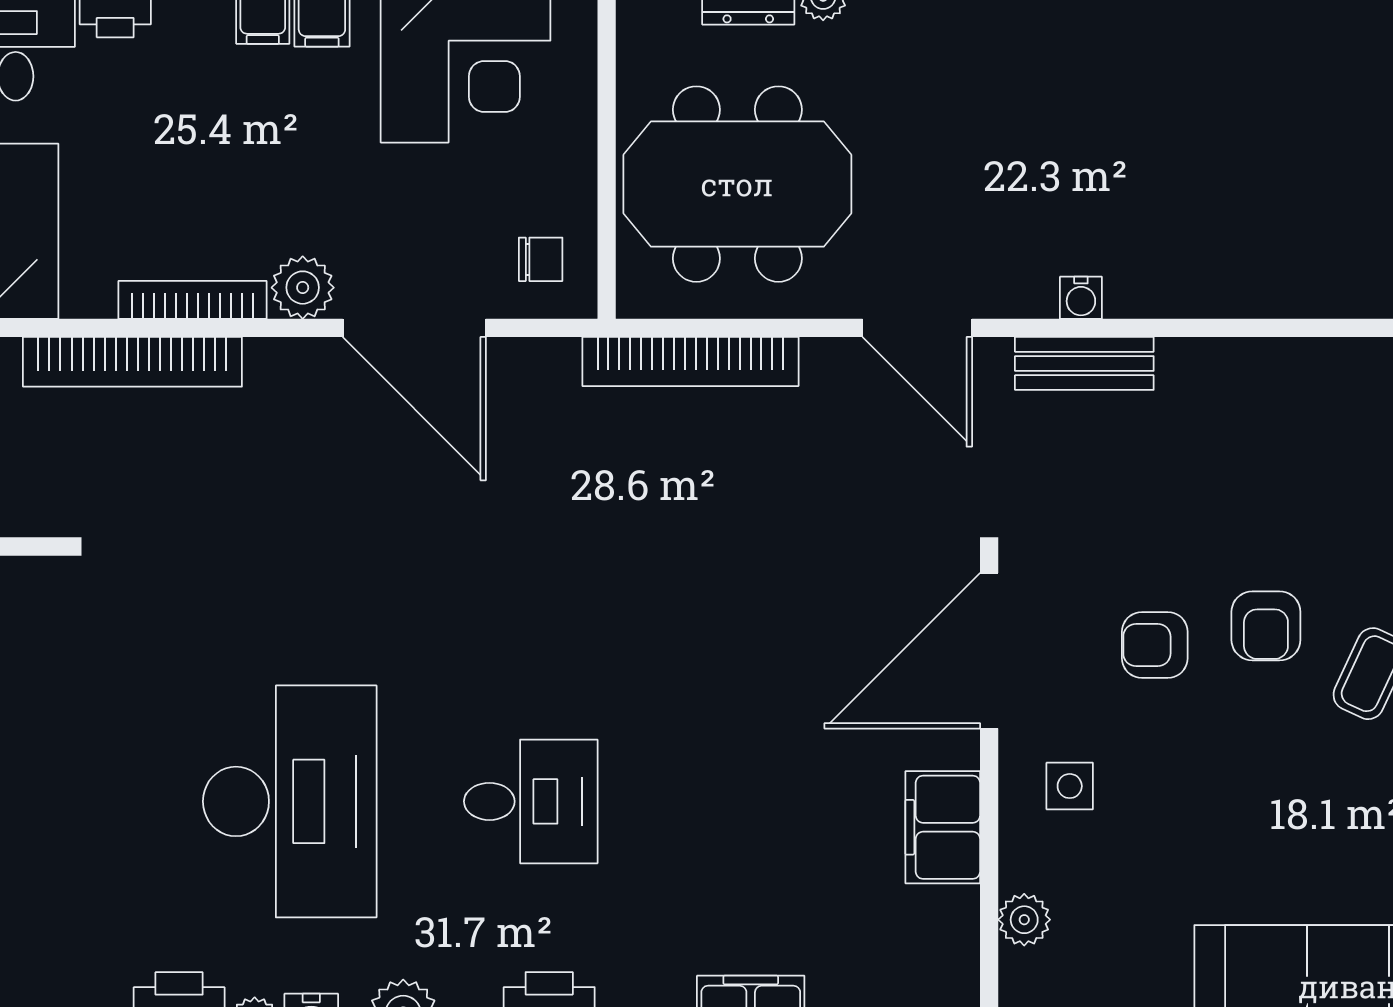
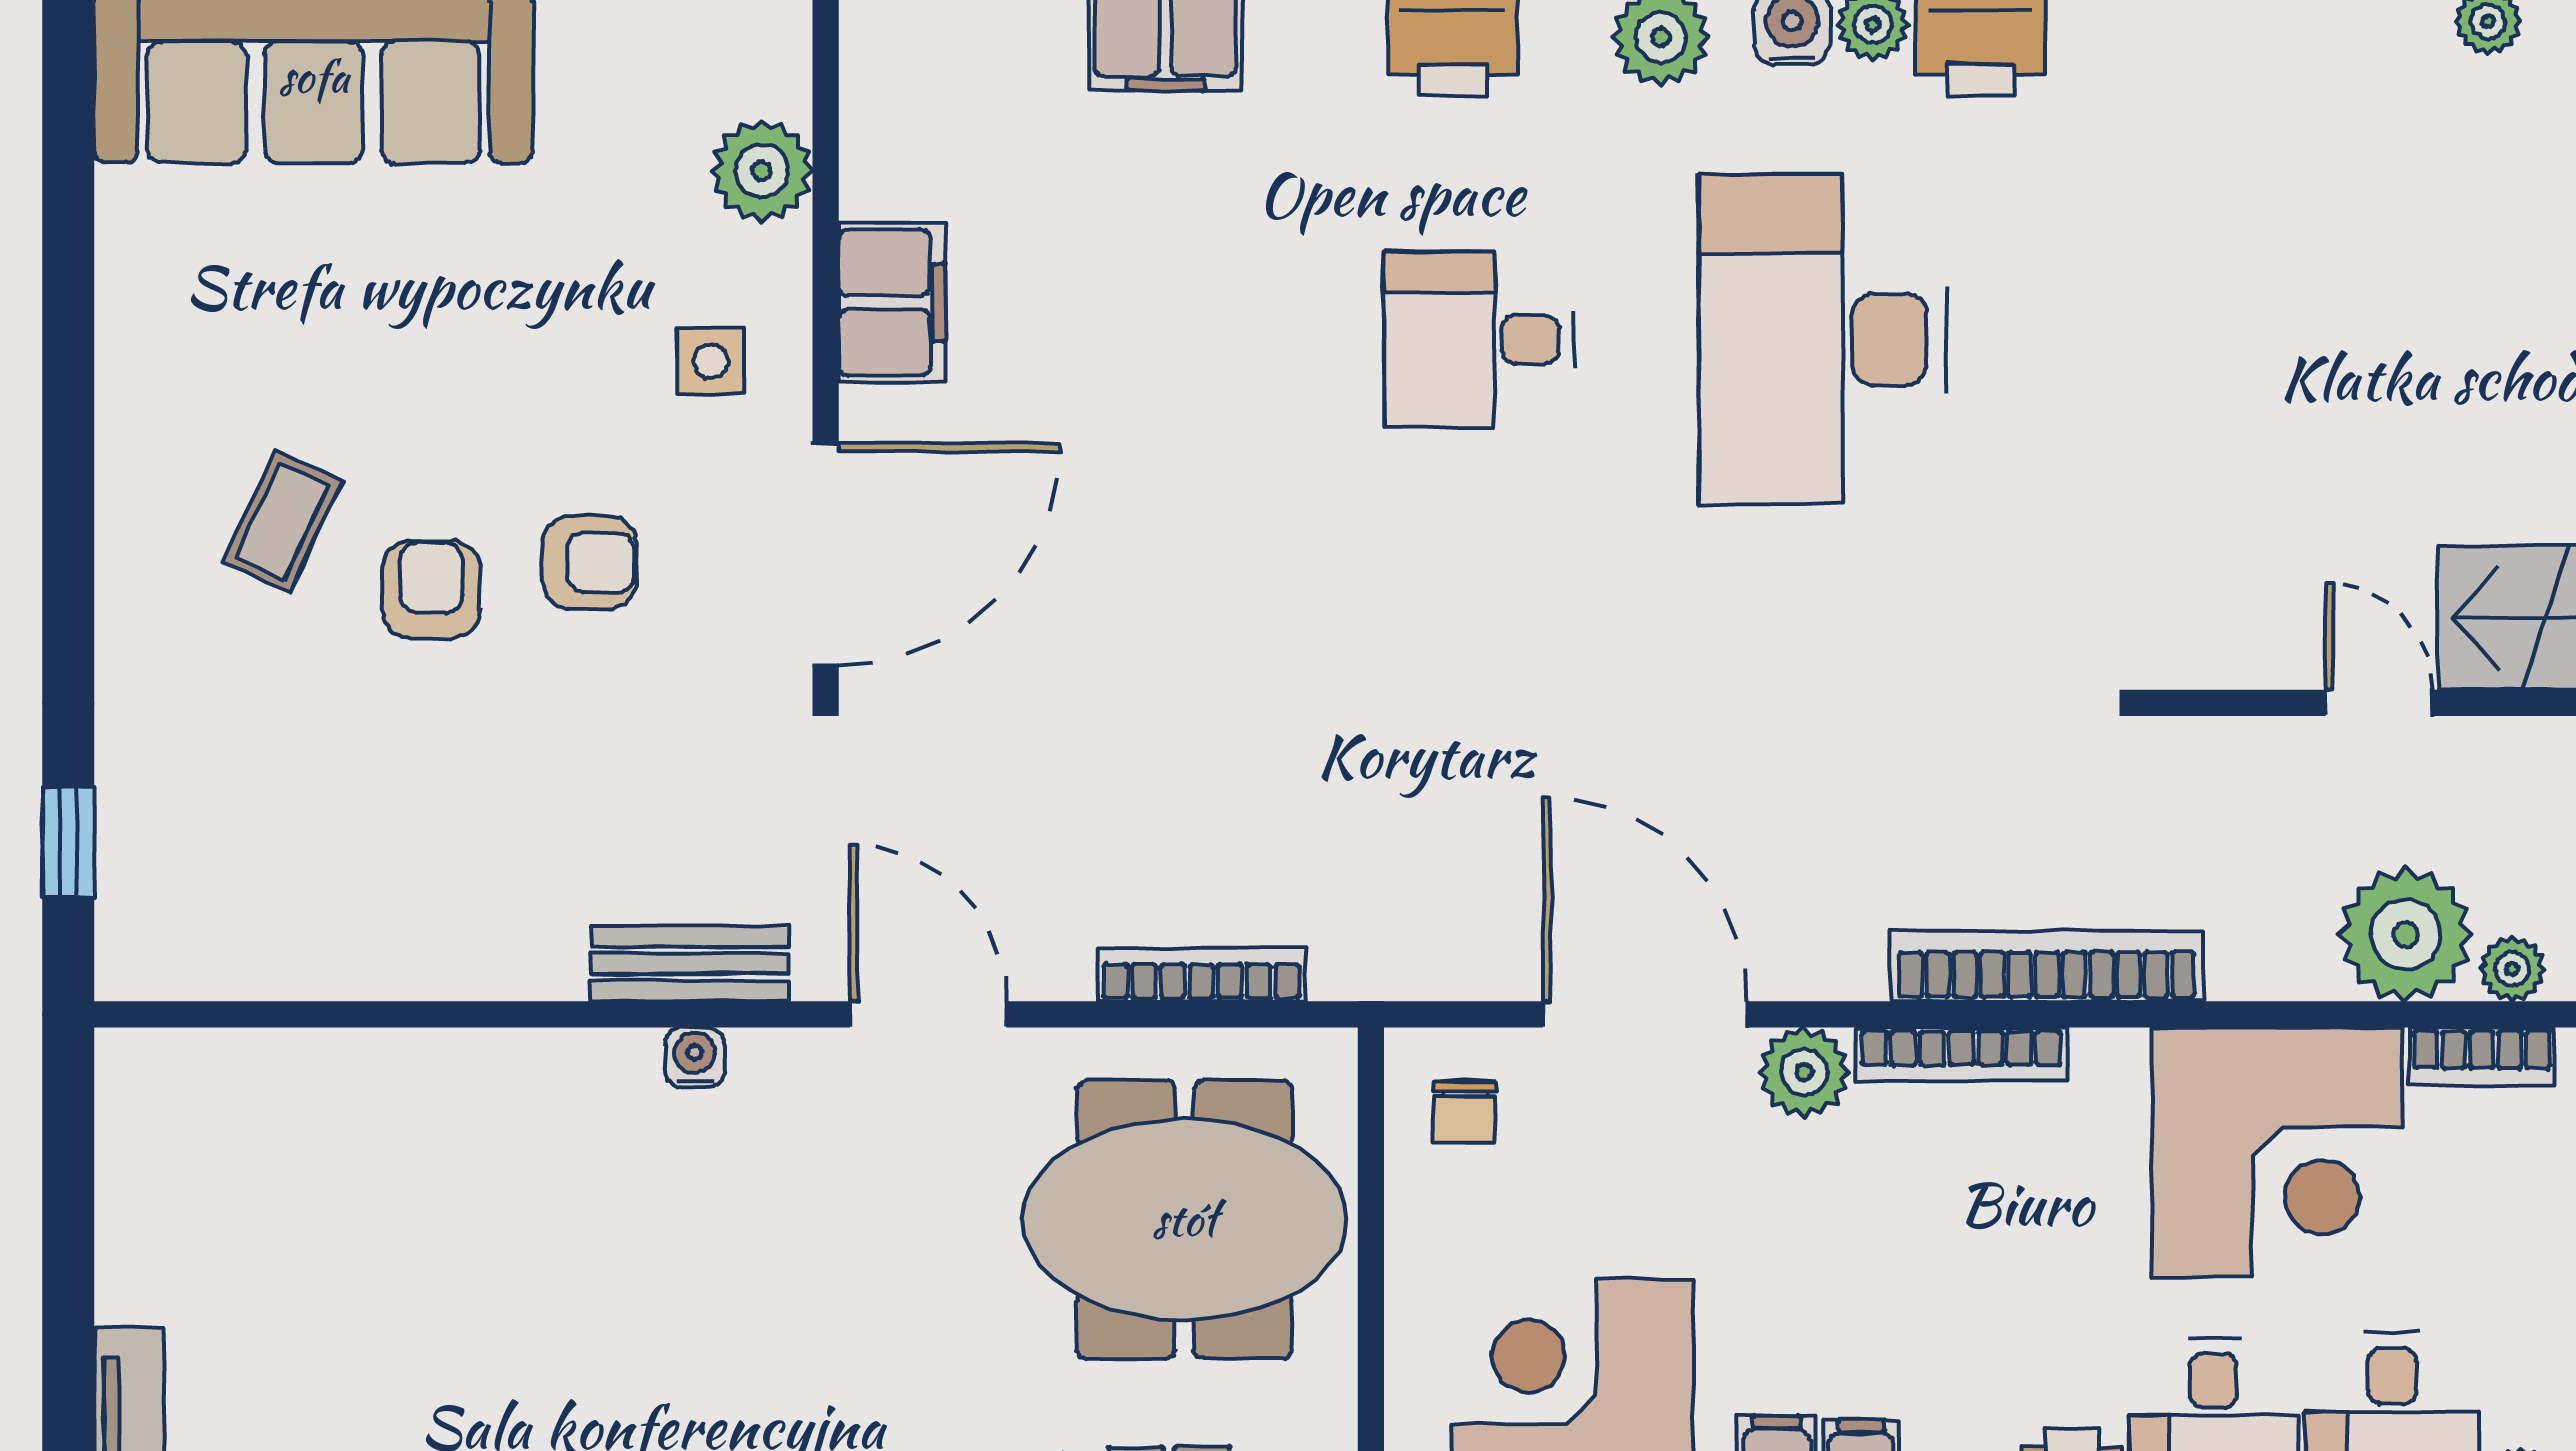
chair: (541, 259) -> (1465, 1112), turned -90
bookcase: (690, 362) -> (1201, 975), width x0.68, depth x0.76
plant: (1024, 920) -> (762, 171), width x1.38, depth x1.38

